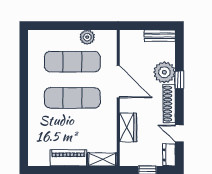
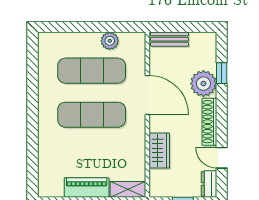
bench: (160, 36) -> (170, 39), moved
window: (179, 80) -> (222, 73), moved

